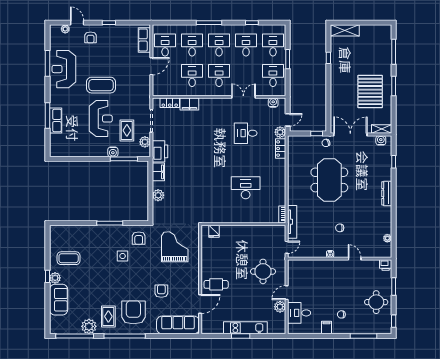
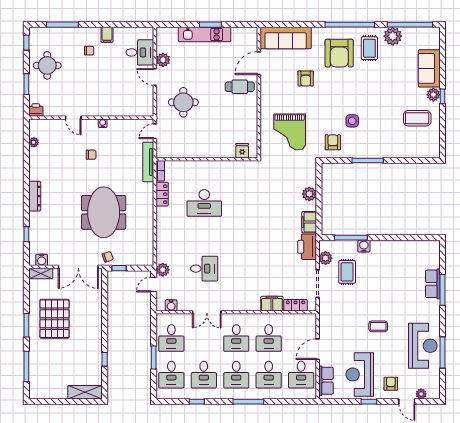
coffee table: (101, 85) -> (378, 326), width x0.54, depth x0.58
reception desk: (101, 119) -> (360, 374), moved
locker: (281, 149) -> (162, 194), moved
door: (287, 293) -> (155, 77), swing flipped

